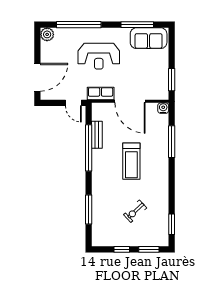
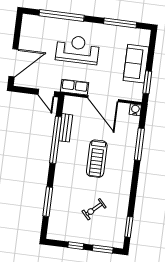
plant: (47, 34) -> (29, 21), removed
sofa: (149, 38) -> (136, 64), moved, turned 90
reception desk: (99, 56) -> (78, 50), turned 180

